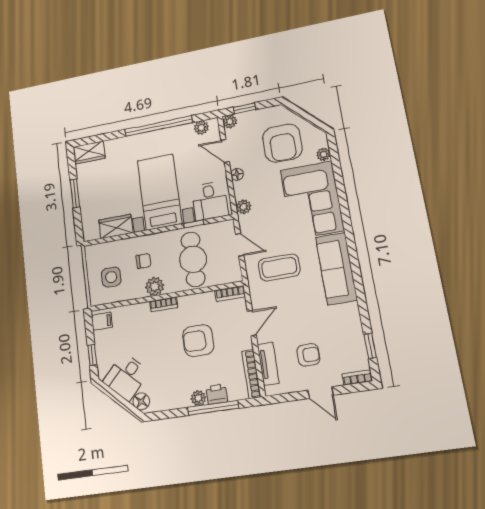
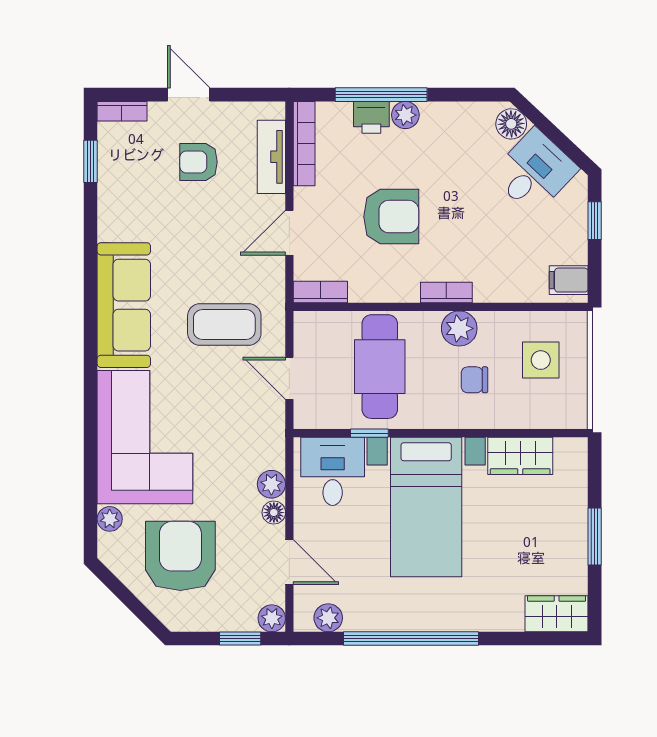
plant: (243, 207) -> (271, 484), moved

